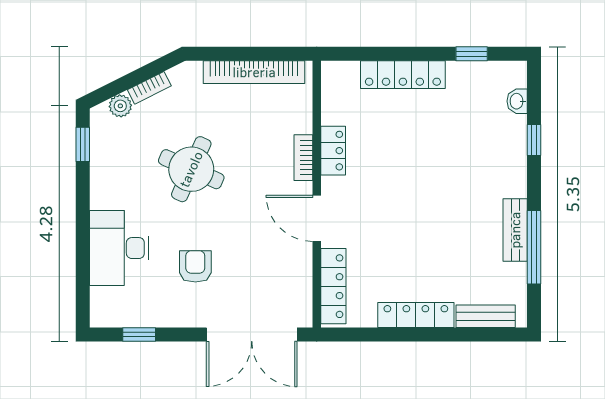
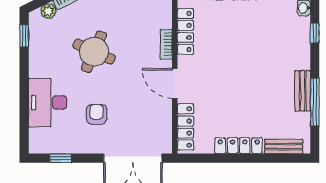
locker: (333, 151) -> (185, 31), width x1.53

